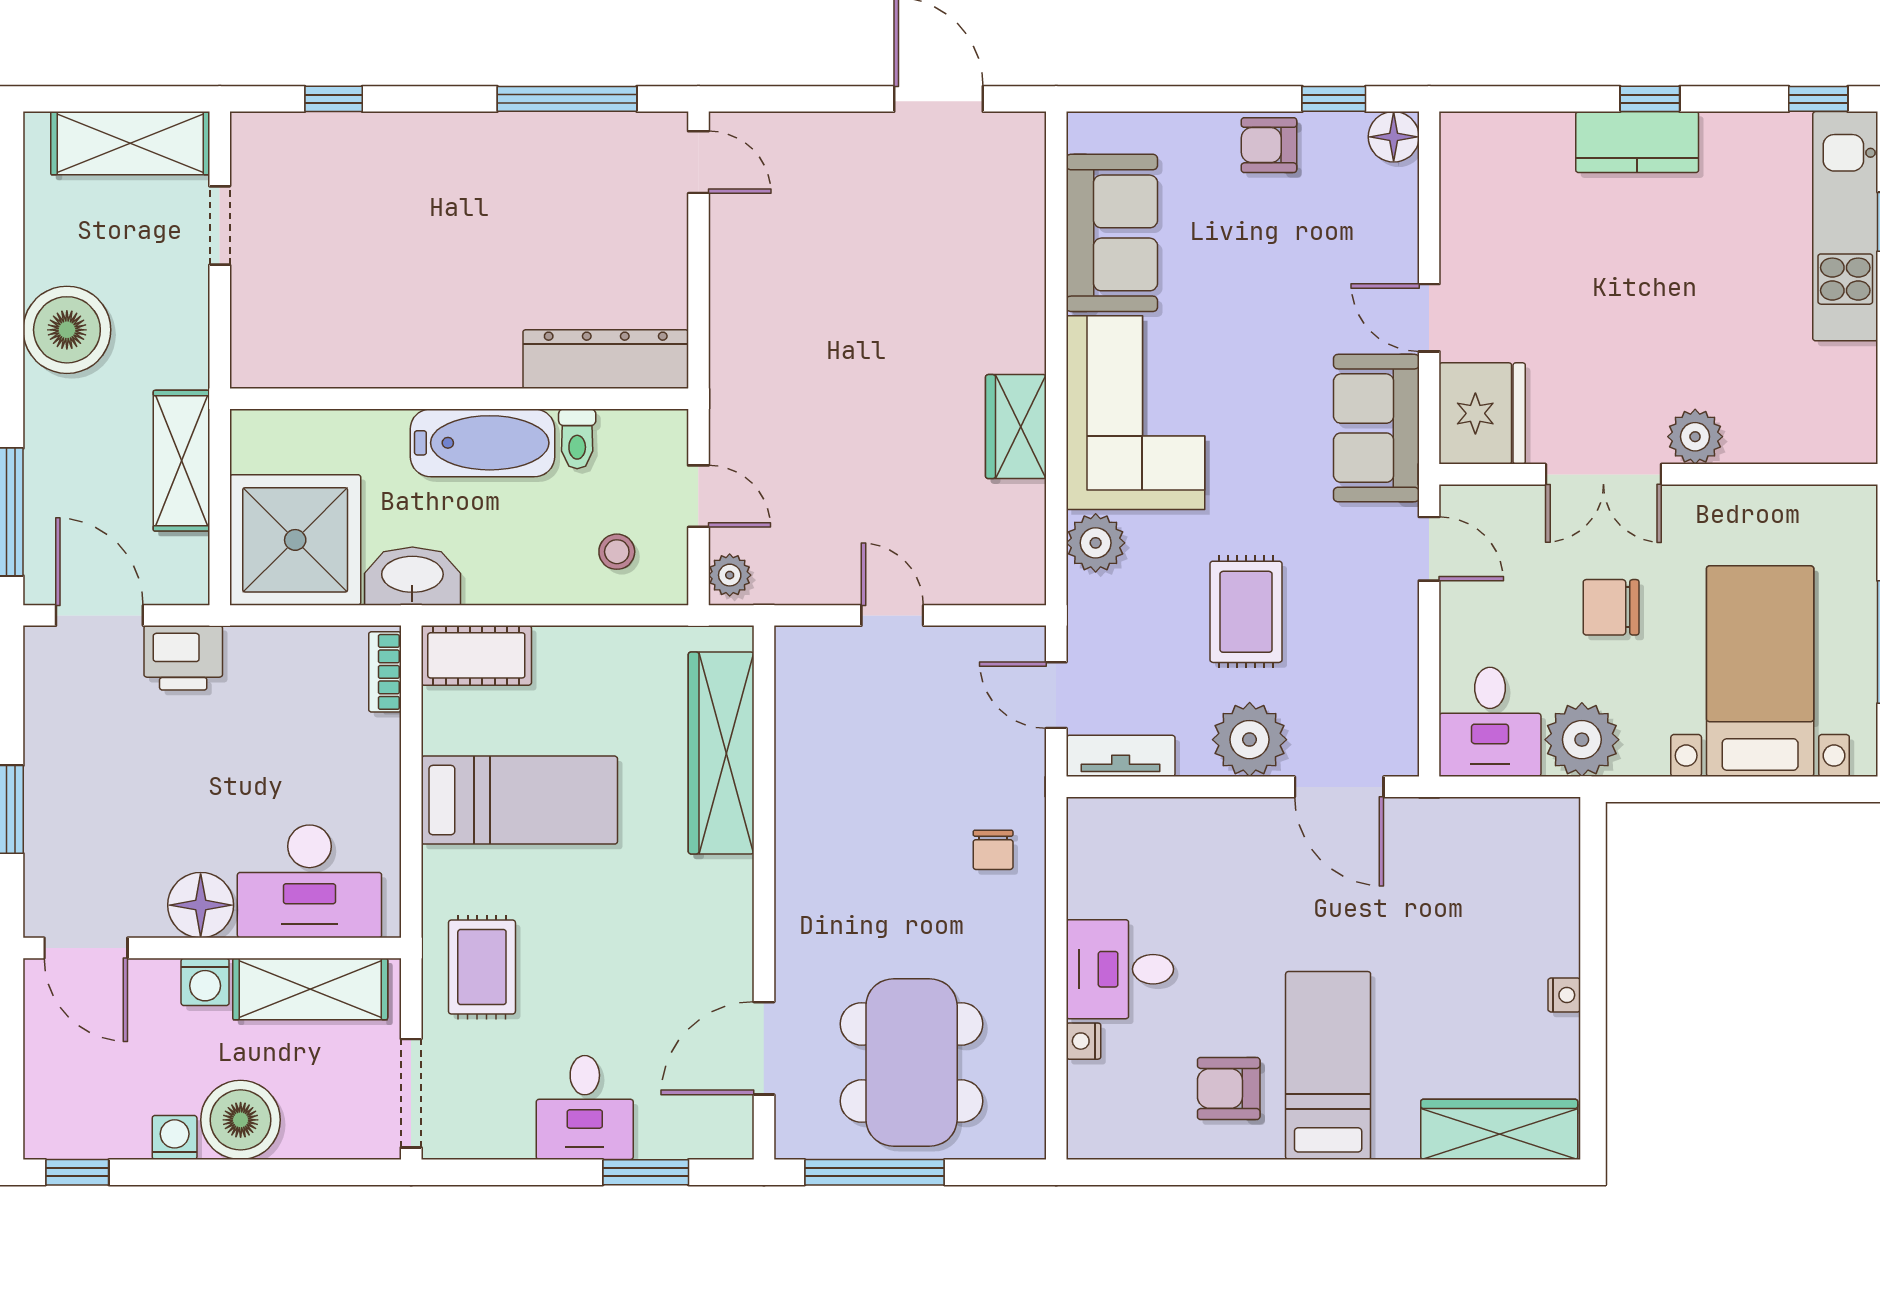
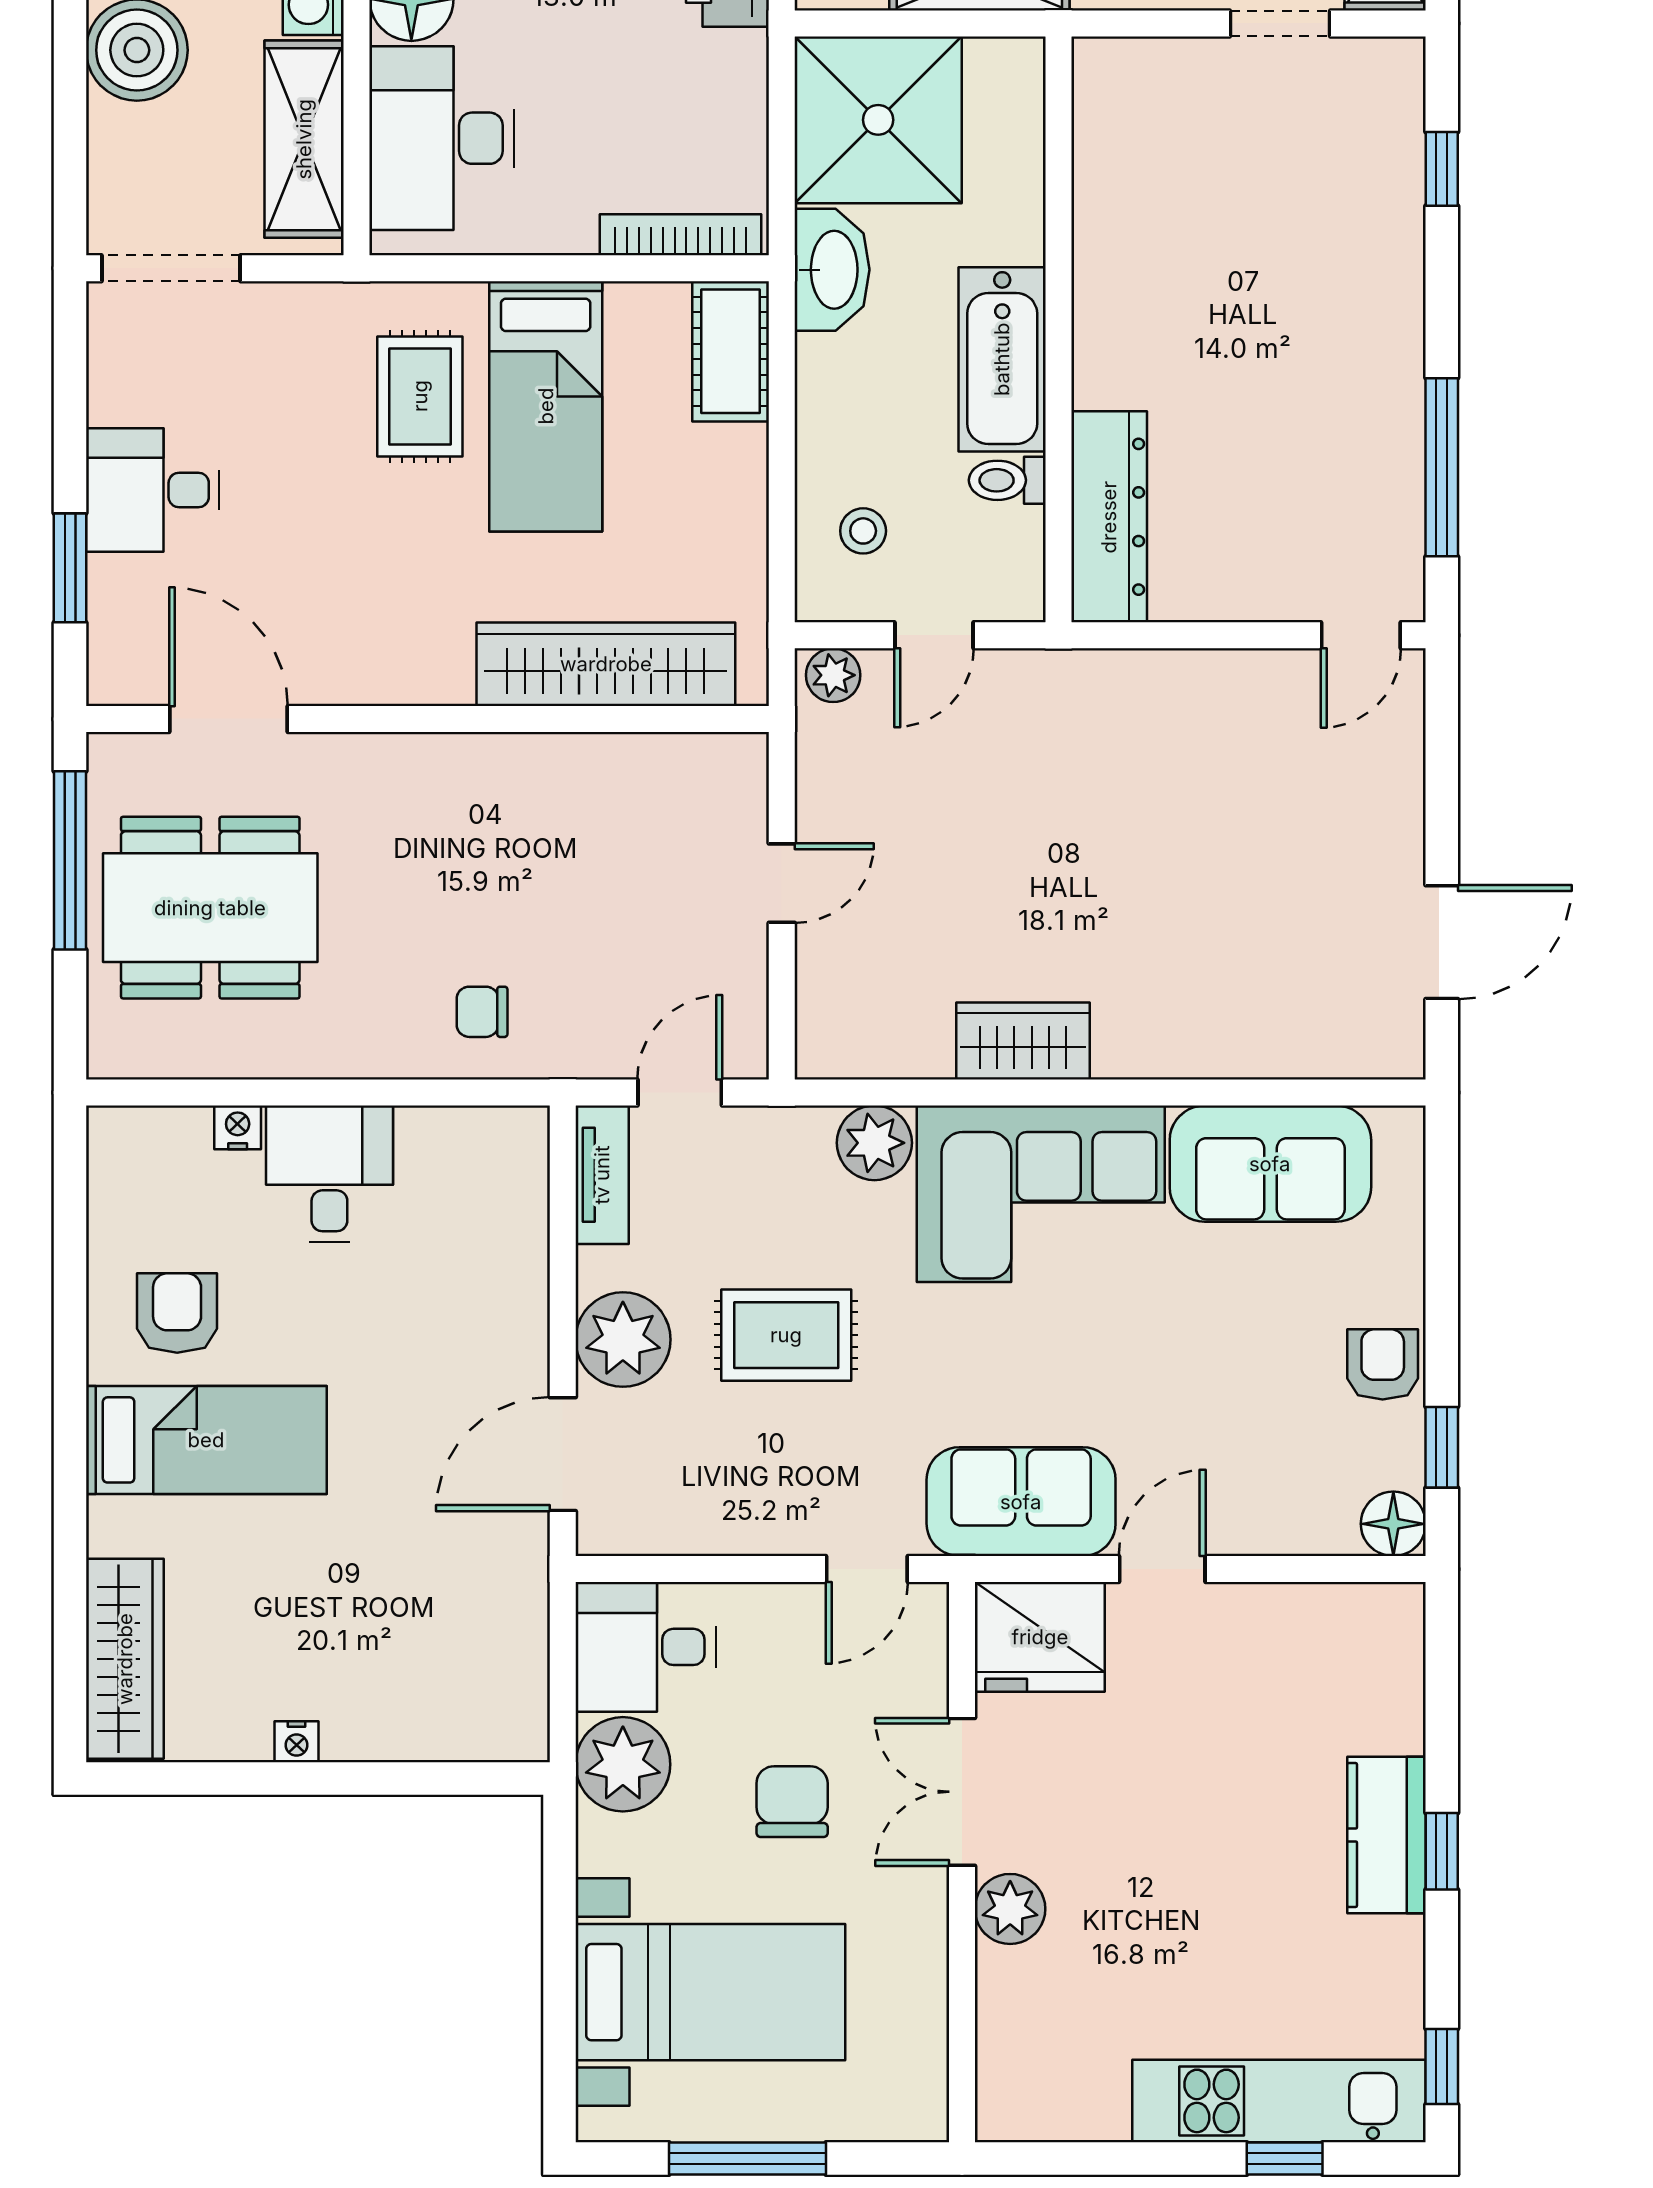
bookcase: (385, 672) -> (680, 235), width x1.56
rug: (482, 967) -> (420, 396), moved, turned 90

